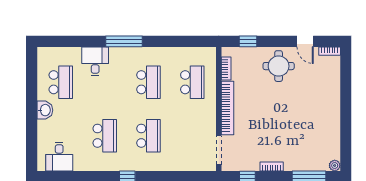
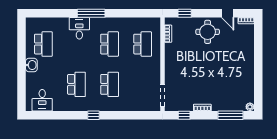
desk: (95, 61) -> (79, 28), moved
bookcase: (228, 108) -> (169, 64), removed

